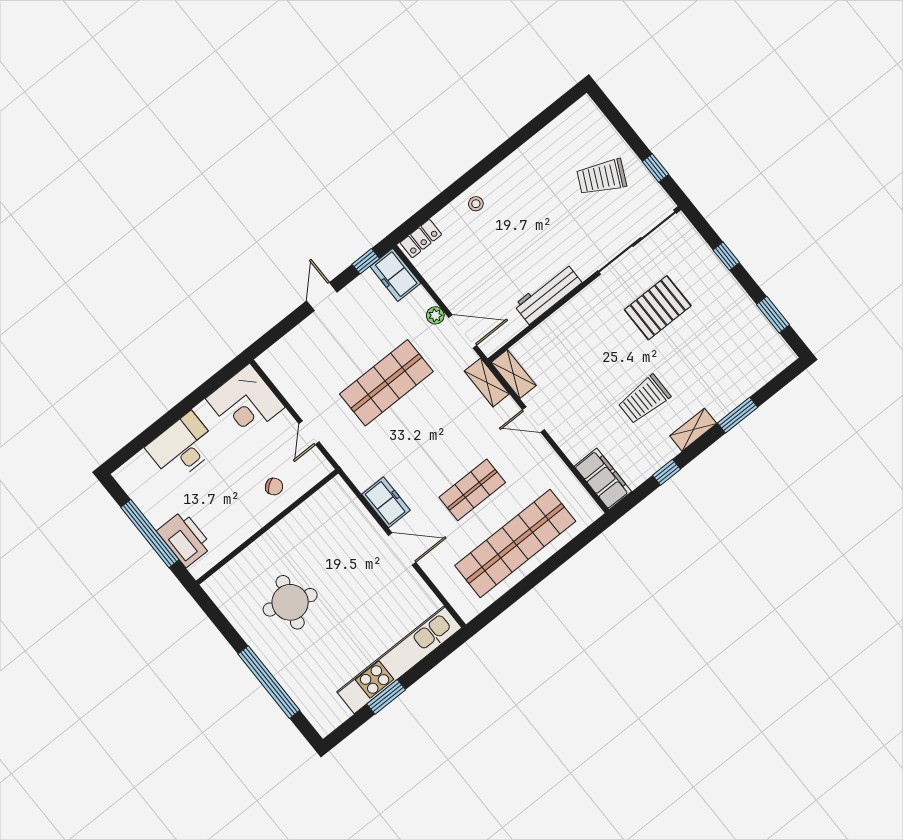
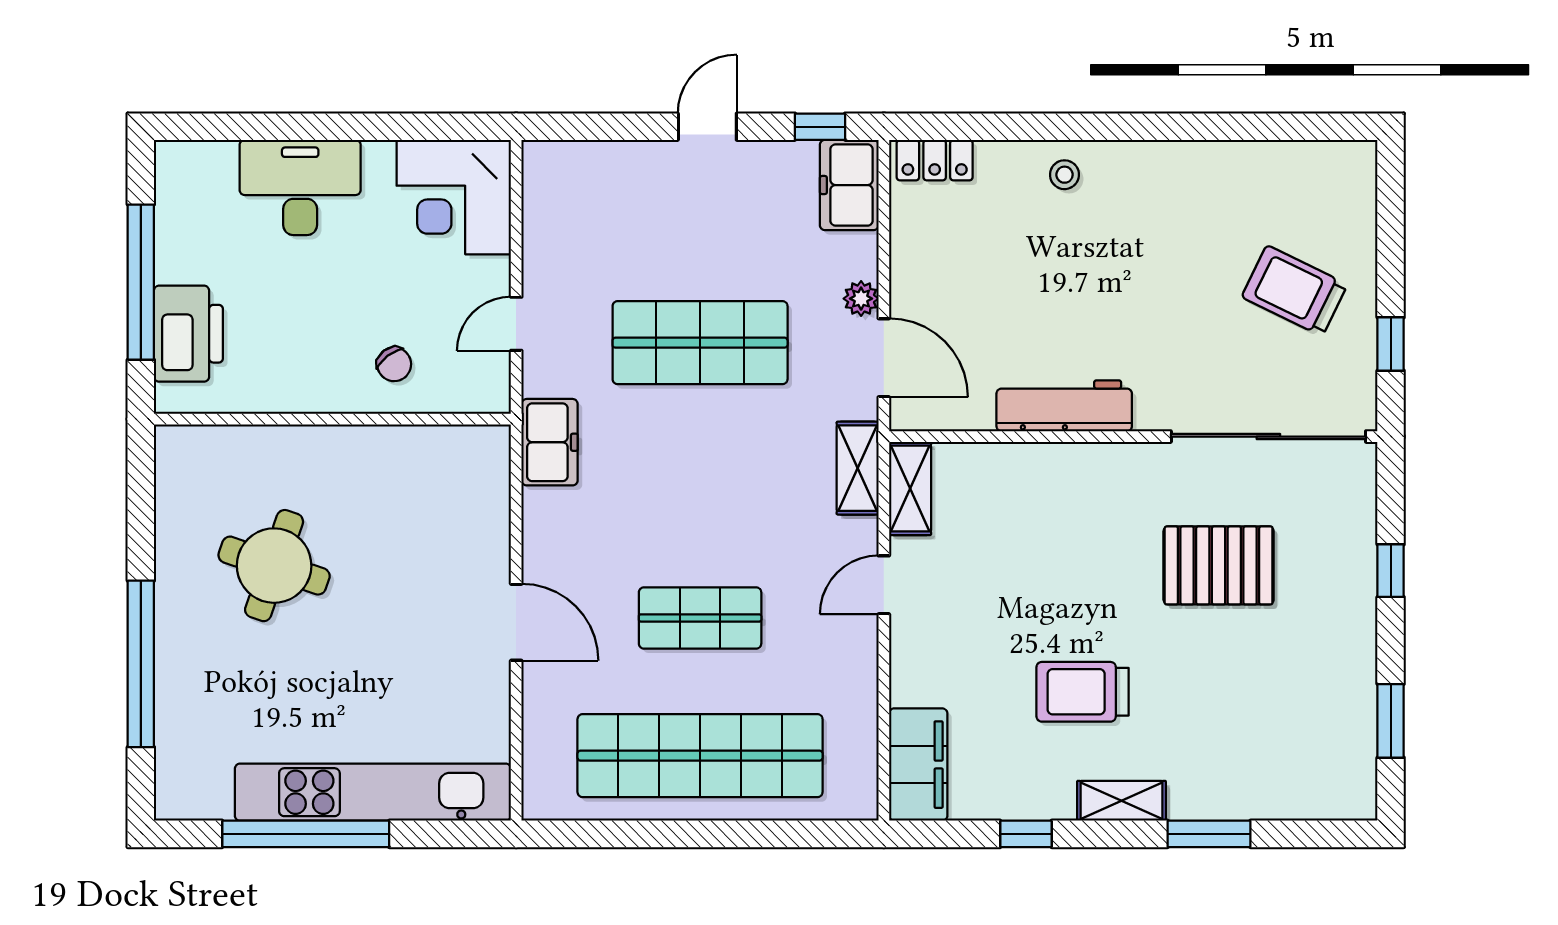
door: (533, 420) -> (884, 585), hinge flipped
freezer: (386, 502) -> (550, 442), moved
window: (386, 697) -> (306, 834), width x2.11

